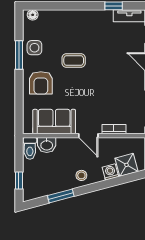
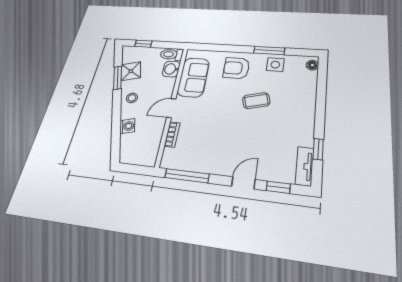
coffee table: (74, 60) -> (256, 101), turned 75
shower: (126, 165) -> (131, 71), moved

